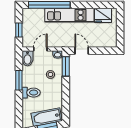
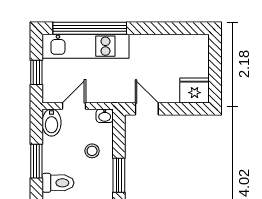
kitchen unit: (69, 15) -> (86, 46), moved
fridge: (103, 15) -> (195, 91), moved, turned 180
window: (66, 66) -> (119, 175), moved

